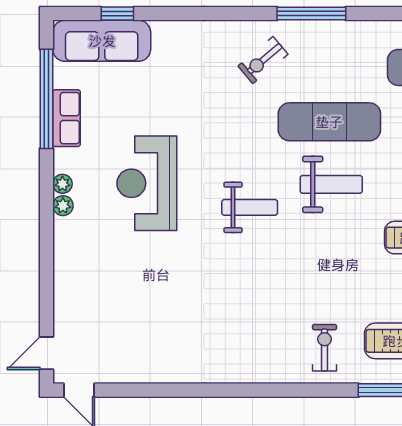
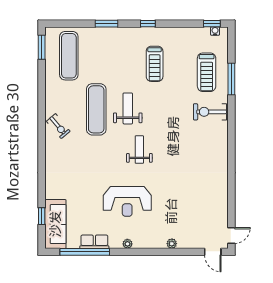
window: (311, 14) -> (42, 118), removed
exercise bike: (263, 60) -> (58, 126), moved
plant: (63, 206) -> (172, 244), moved
exercise bike: (325, 348) -> (210, 112), width x1.38, depth x1.39

